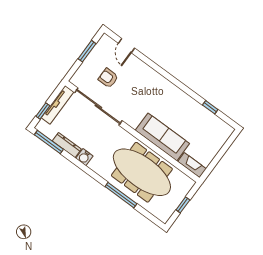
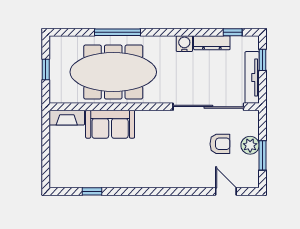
plant: (90, 63) -> (250, 145), added
sofa: (162, 137) -> (110, 124), width x0.73
window: (49, 142) -> (233, 32), width x0.46

